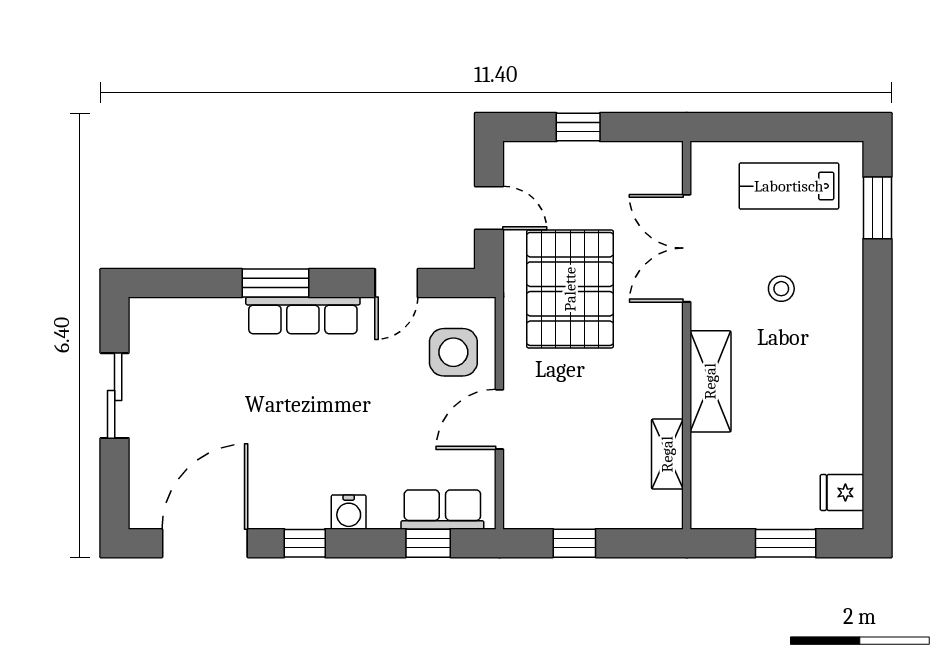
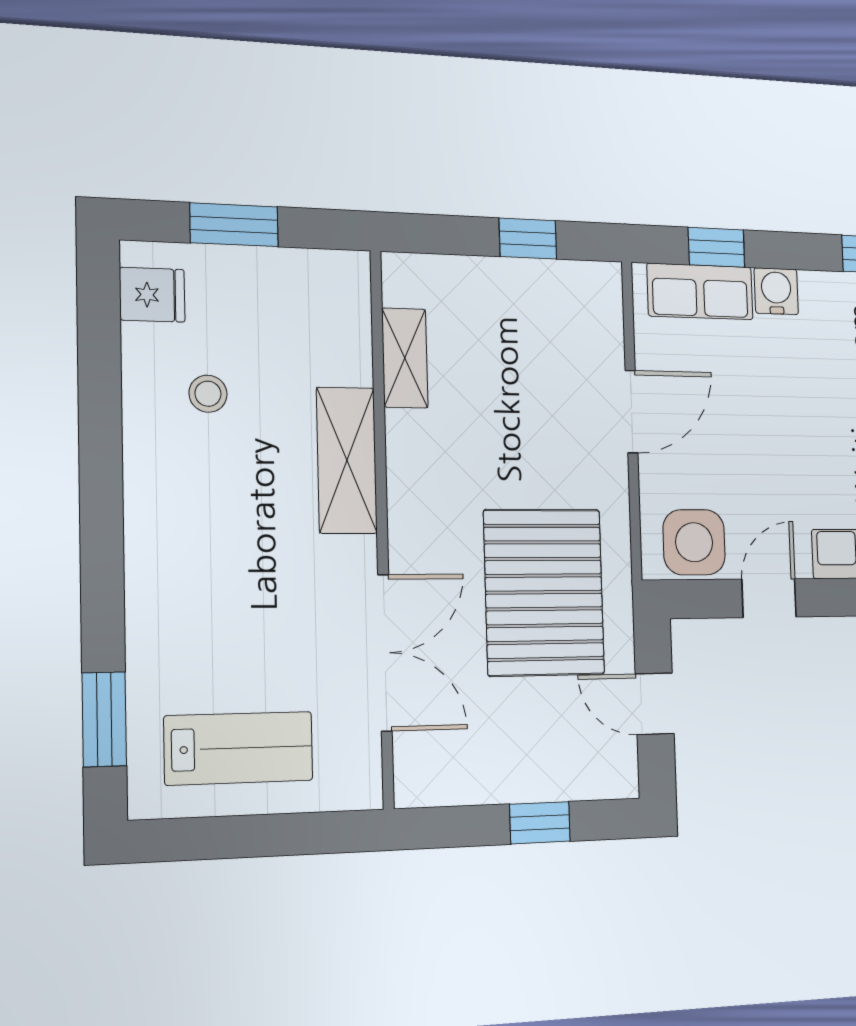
stool: (781, 289) -> (208, 394), moved
side table: (453, 352) -> (694, 542), moved
water cooler: (349, 512) -> (776, 291), moved

